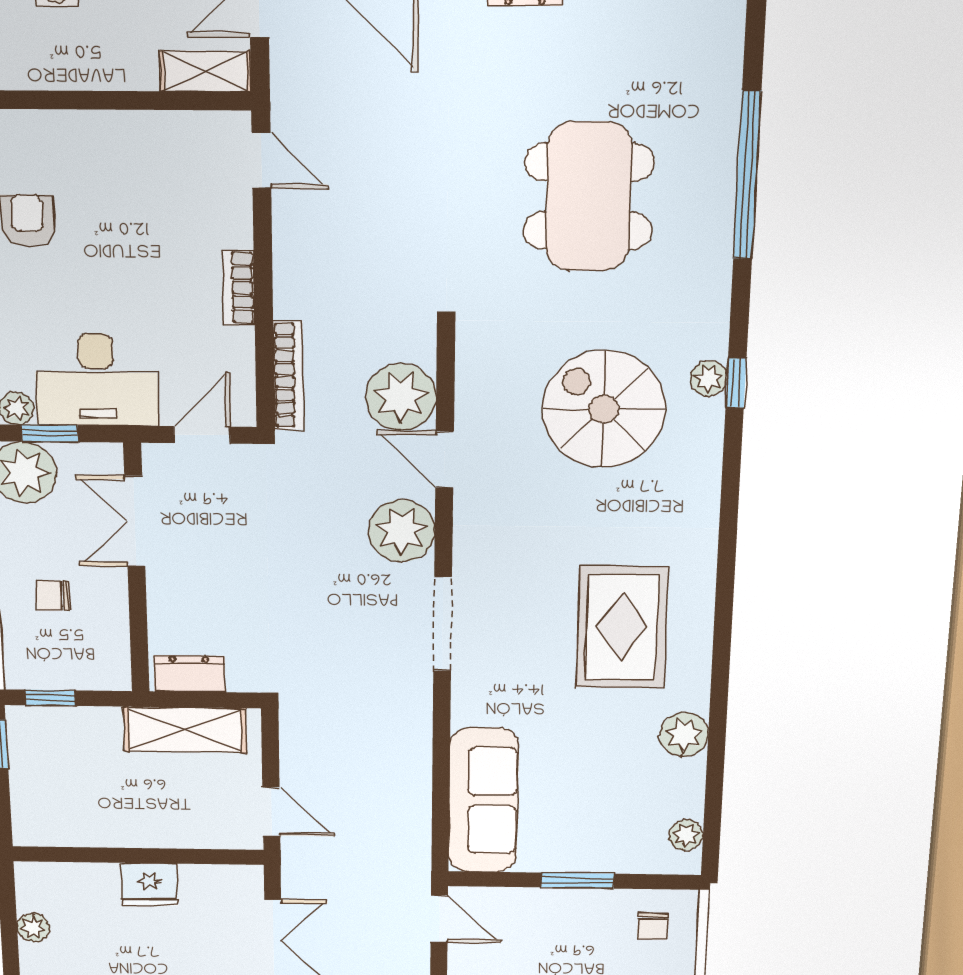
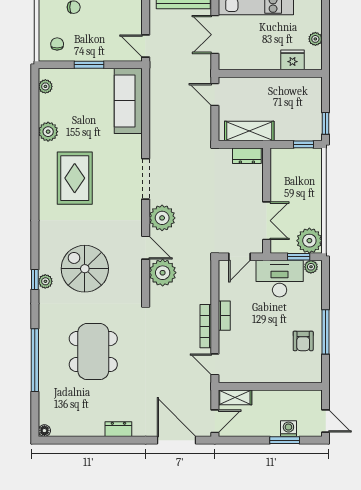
bookcase: (288, 375) -> (206, 326), moved
spiral stairs: (604, 409) -> (85, 269), turned 180
chair: (53, 596) -> (300, 189), removed
fridge: (150, 885) -> (292, 60), moved

